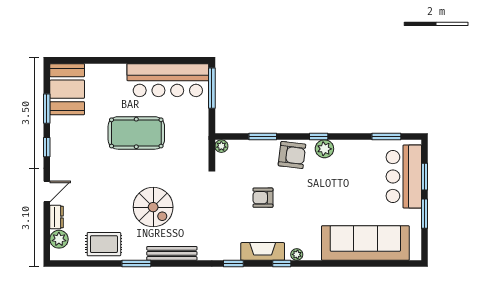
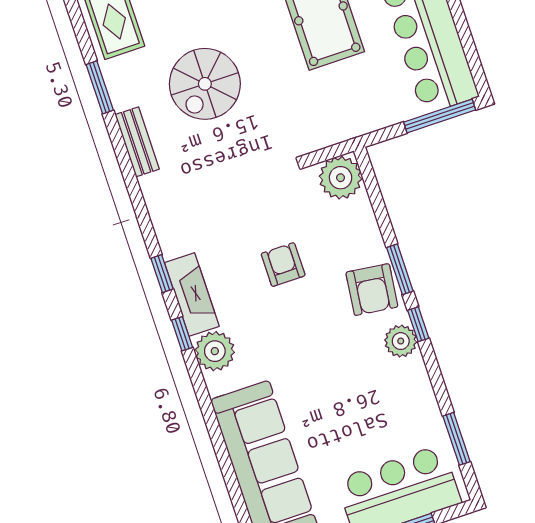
window: (263, 137) -> (400, 269), moved
plant: (221, 146) -> (341, 178), width x1.88, depth x1.88
bench: (172, 253) -> (137, 142), width x0.73
plant: (297, 254) -> (215, 351), width x1.88, depth x1.88
window: (233, 264) -> (162, 274), moved

